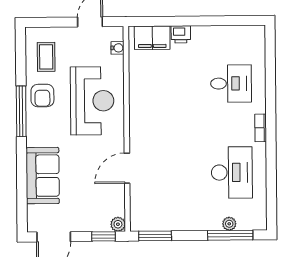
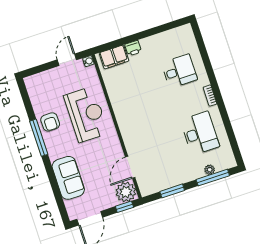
water cooler: (117, 48) -> (88, 61), moved
coffee table: (46, 57) -> (44, 94), removed
door: (127, 168) -> (130, 167), moved
plant: (118, 224) -> (126, 192), width x1.88, depth x1.88
window: (155, 236) -> (172, 191), moved

